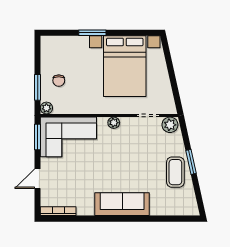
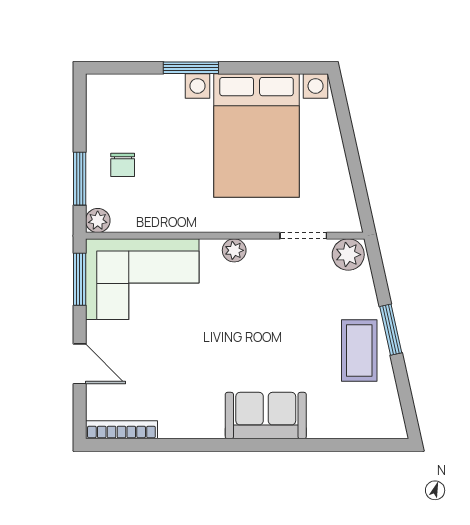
door: (38, 179) -> (80, 364), swing flipped
sofa: (122, 204) -> (266, 416), width x0.73

